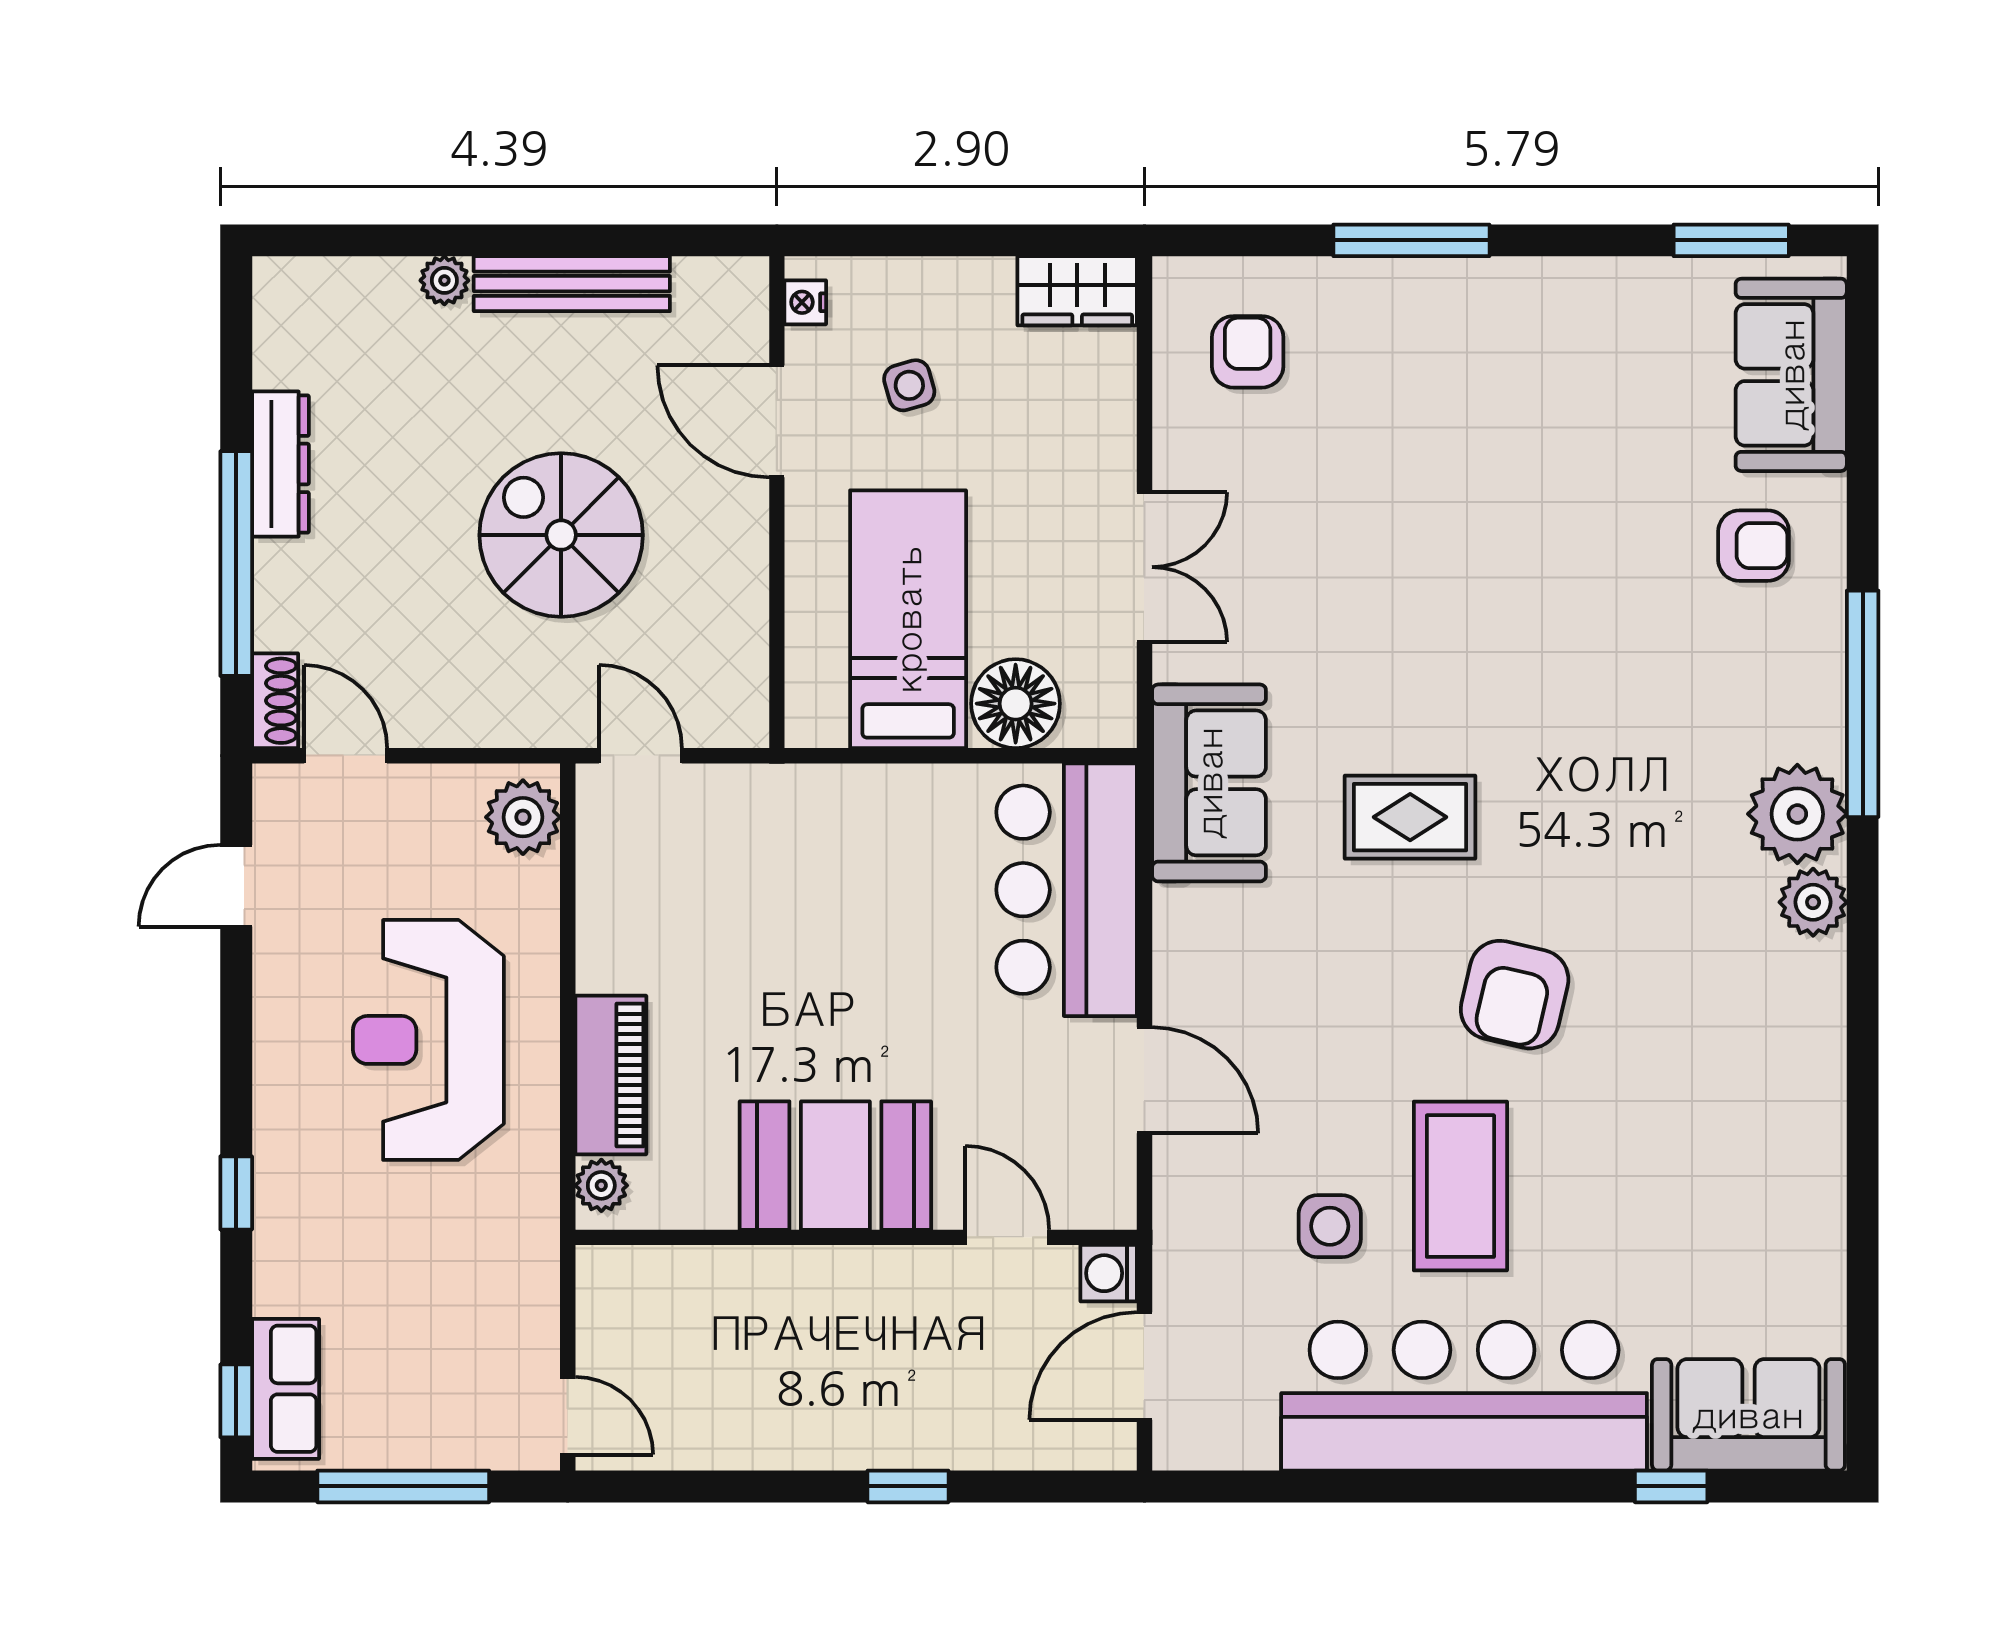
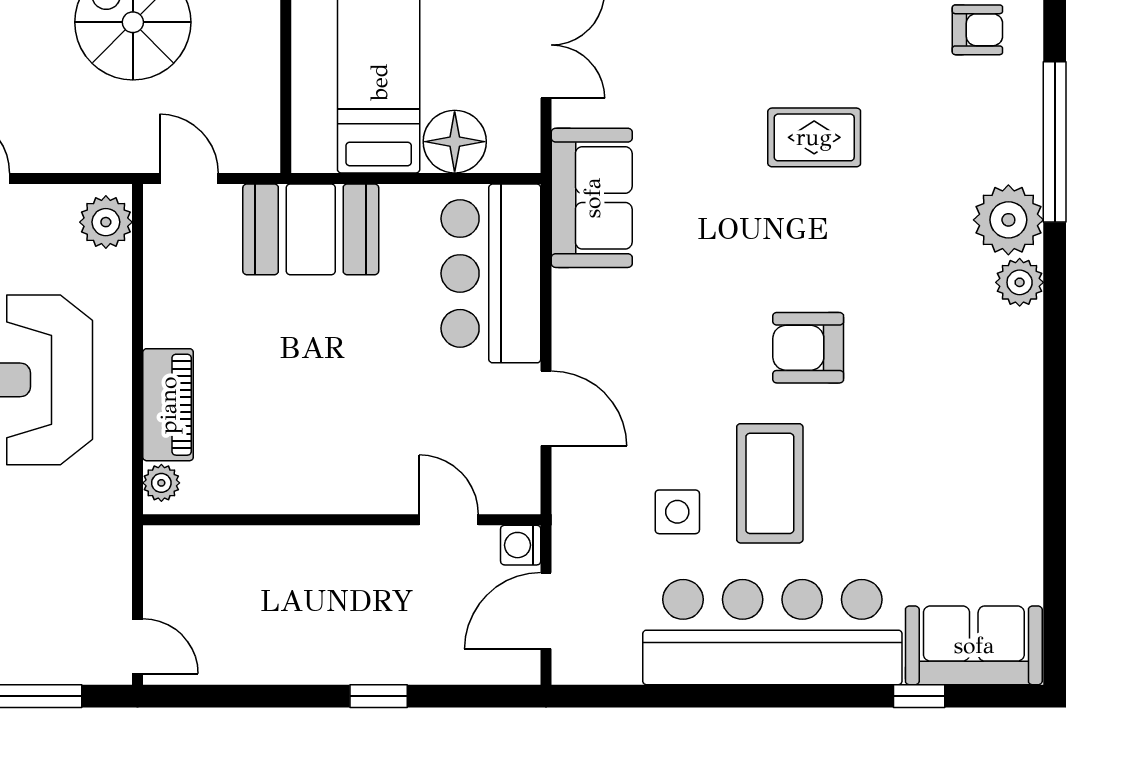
rug: (1410, 817) -> (814, 137), moved
armchair: (1515, 995) -> (808, 348), turned 77
booth: (835, 1166) -> (311, 229), moved

